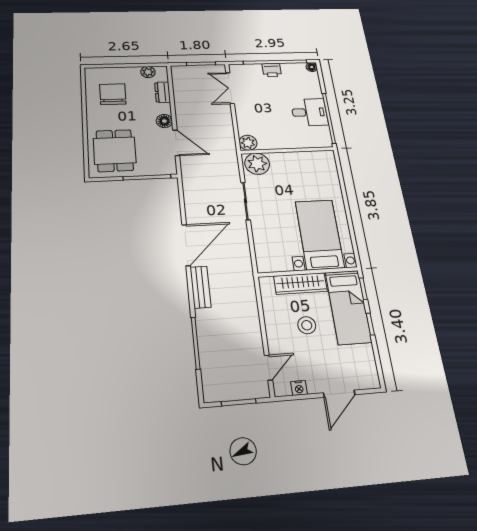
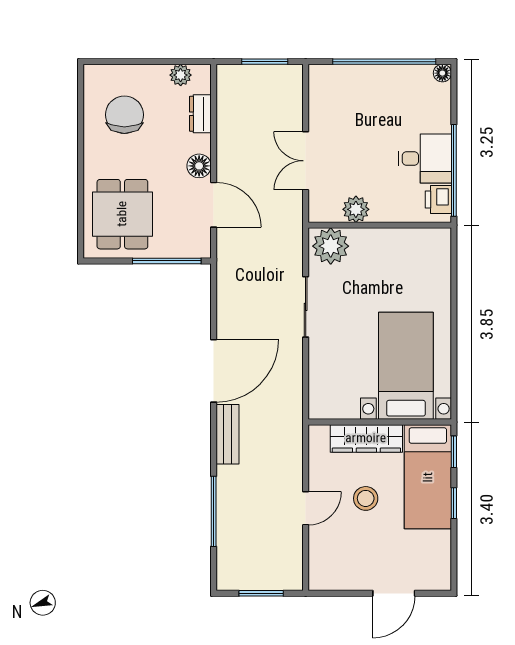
printer: (272, 70) -> (438, 199), moved, turned 90
double door: (230, 88) -> (306, 161), moved
plant: (248, 143) -> (356, 209), moved
door: (268, 368) -> (306, 508), moved
nightstand: (299, 388) -> (342, 582), removed

